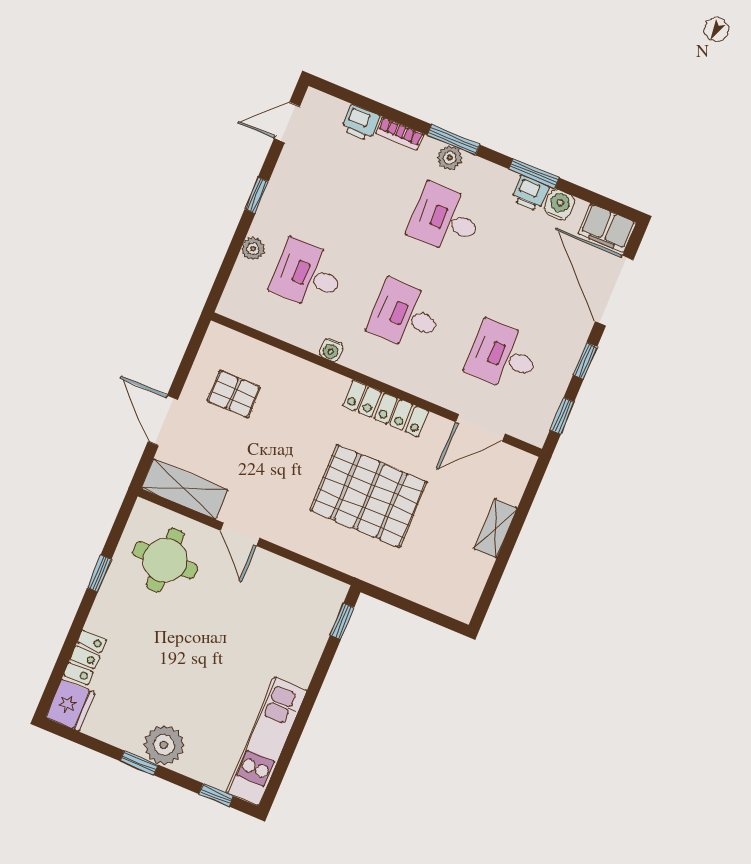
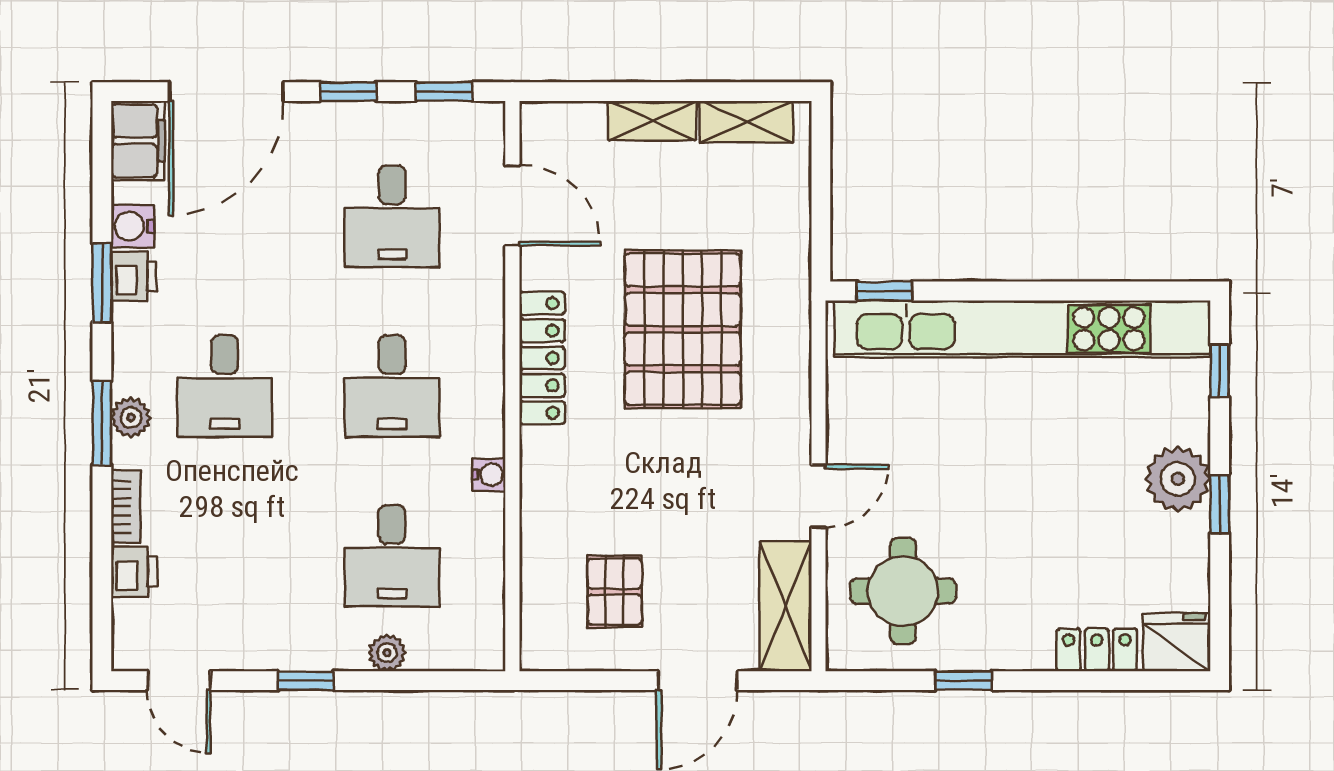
shelving: (472, 582) -> (746, 122), added
kitchen unit: (267, 741) -> (1022, 329), width x1.86

